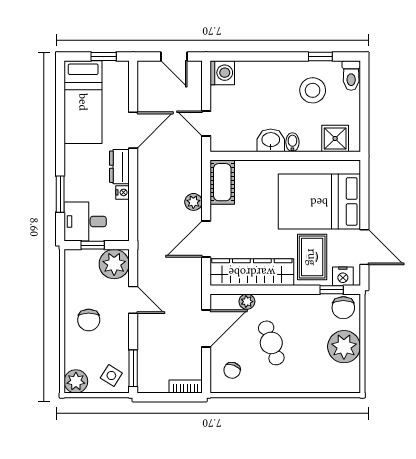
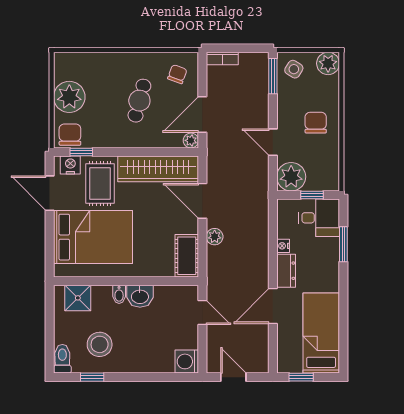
door: (206, 239) -> (202, 201), swing flipped
plant: (247, 302) -> (191, 140), moved
cafe table: (271, 343) -> (139, 101), turned 34

